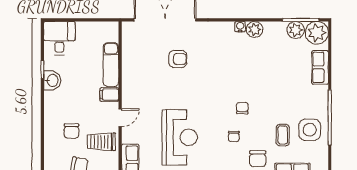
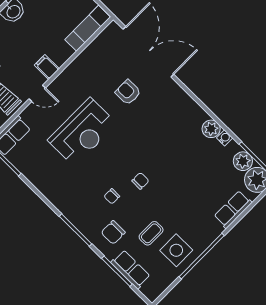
water cooler: (240, 27) -> (225, 138), moved
armchair: (178, 59) -> (128, 92), turned 180
exam couch: (111, 65) -> (88, 28), moved
reception desk: (180, 137) -> (82, 132), moved

